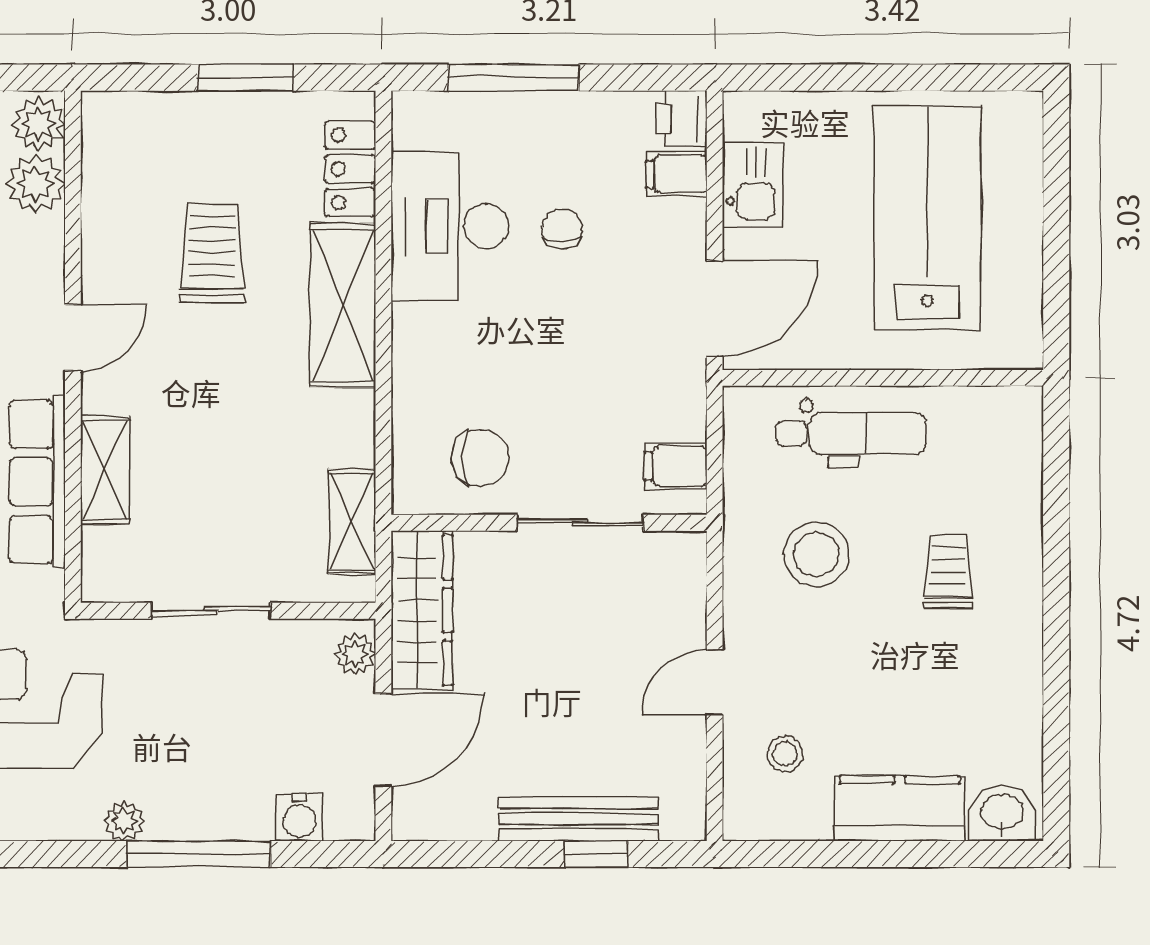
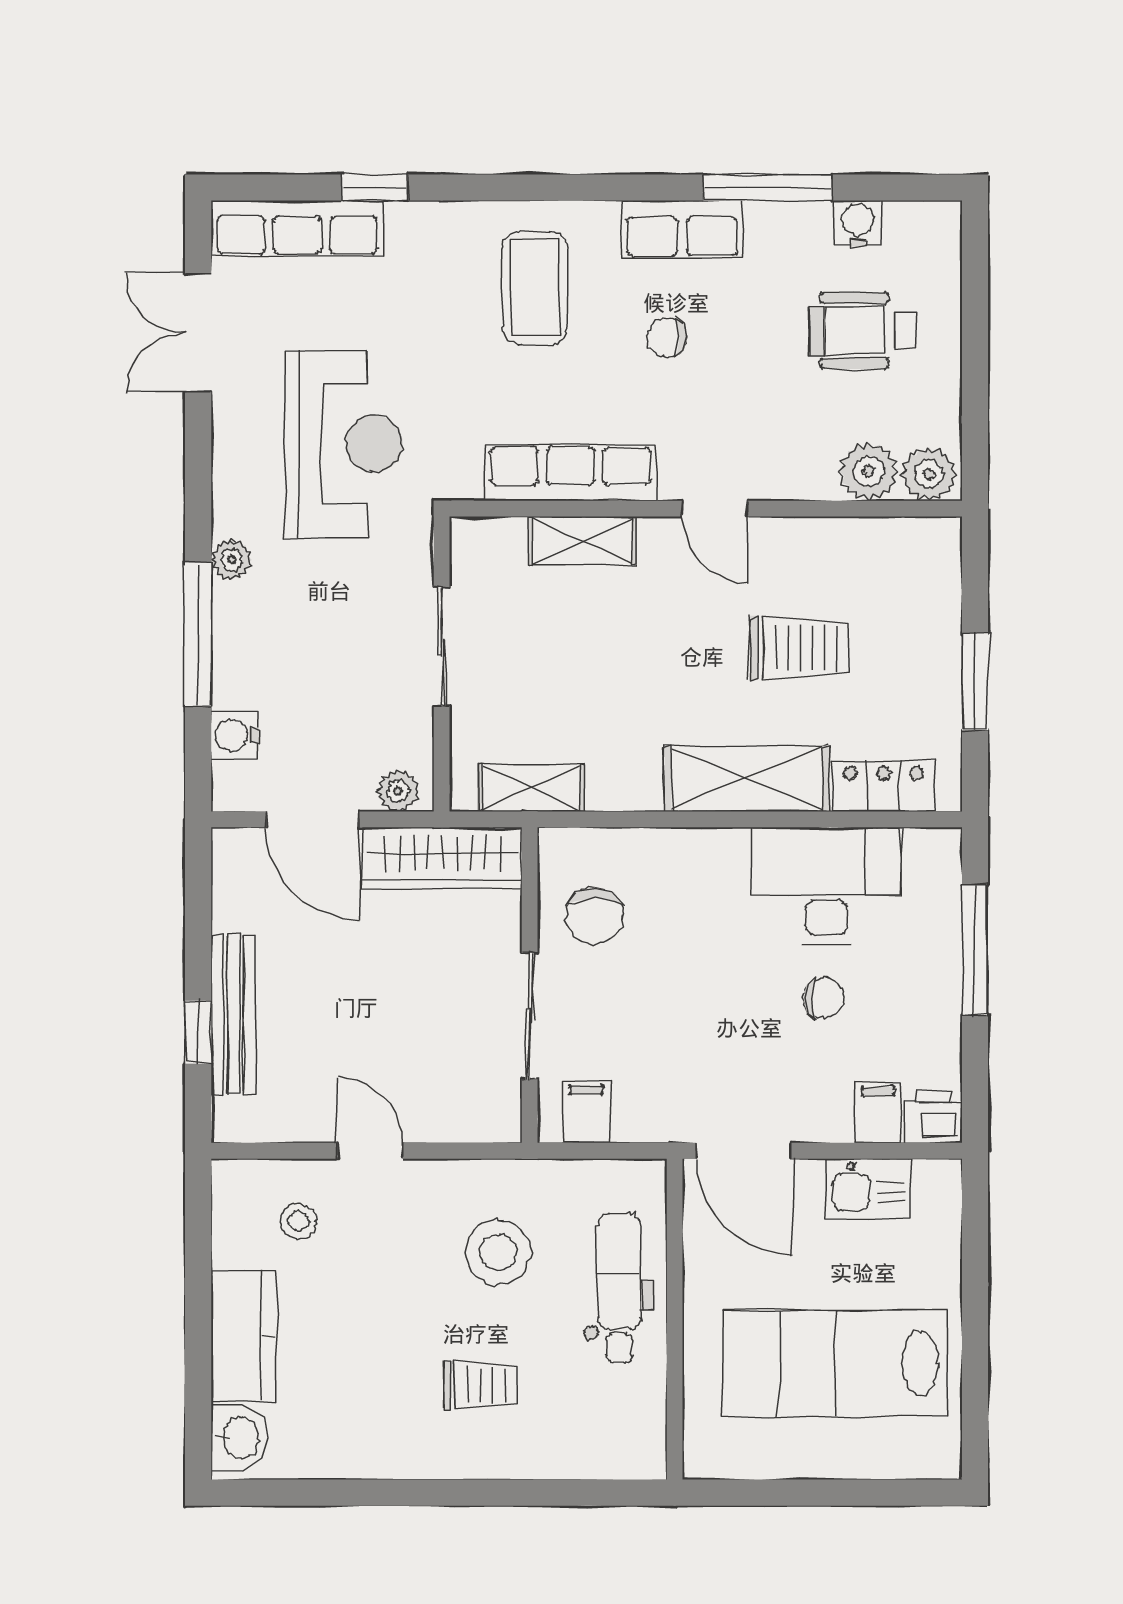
lab bench: (927, 218) -> (835, 1363), turned 180
dental chair: (851, 433) -> (619, 1288), turned 180

